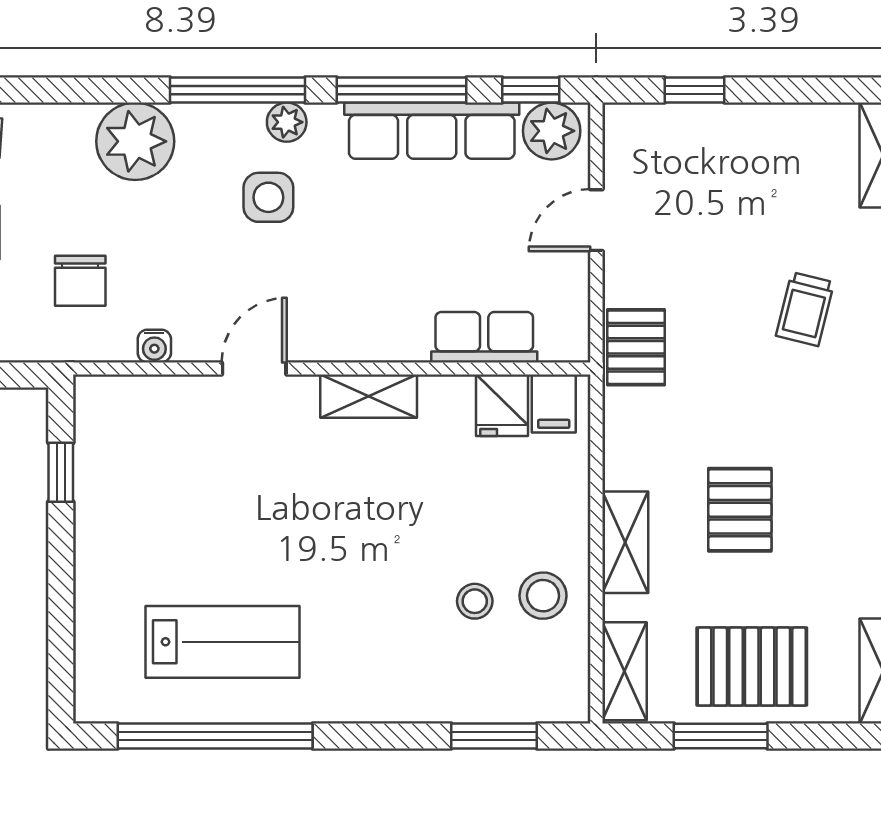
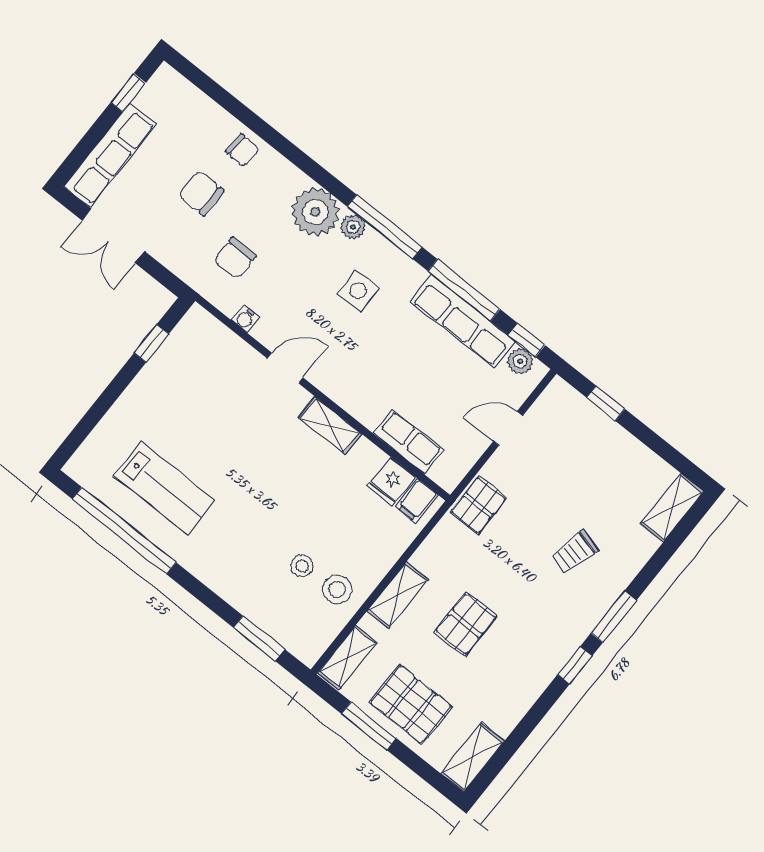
plant: (287, 122) -> (353, 227), moved
plant: (552, 131) -> (520, 361), width x0.73, depth x0.73

